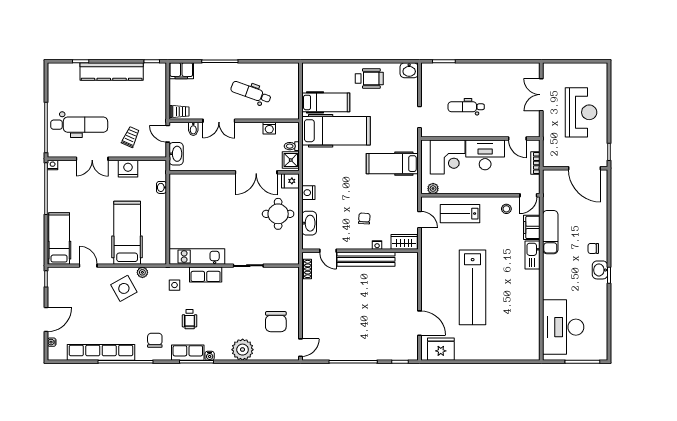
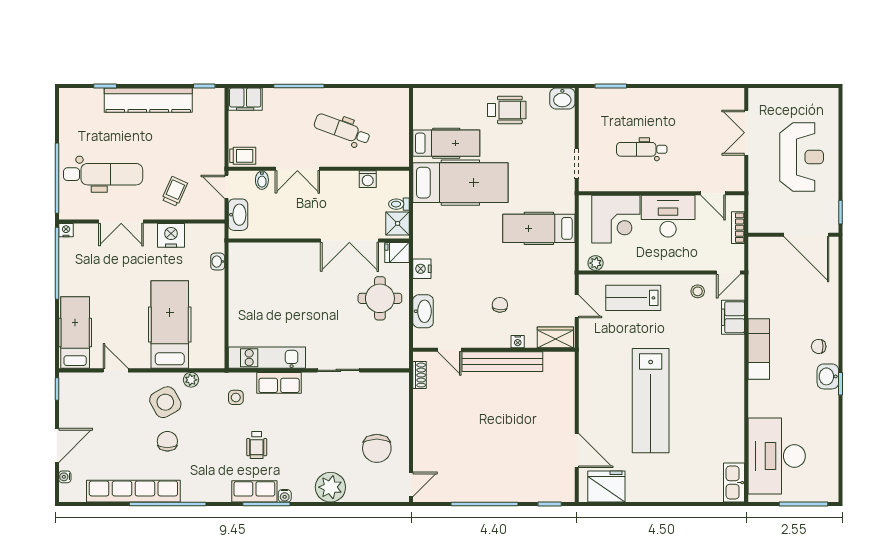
exam couch: (550, 232) -> (759, 349), moved
kitchen sink: (532, 255) -> (734, 483), moved
chair: (155, 340) -> (167, 441), moved

